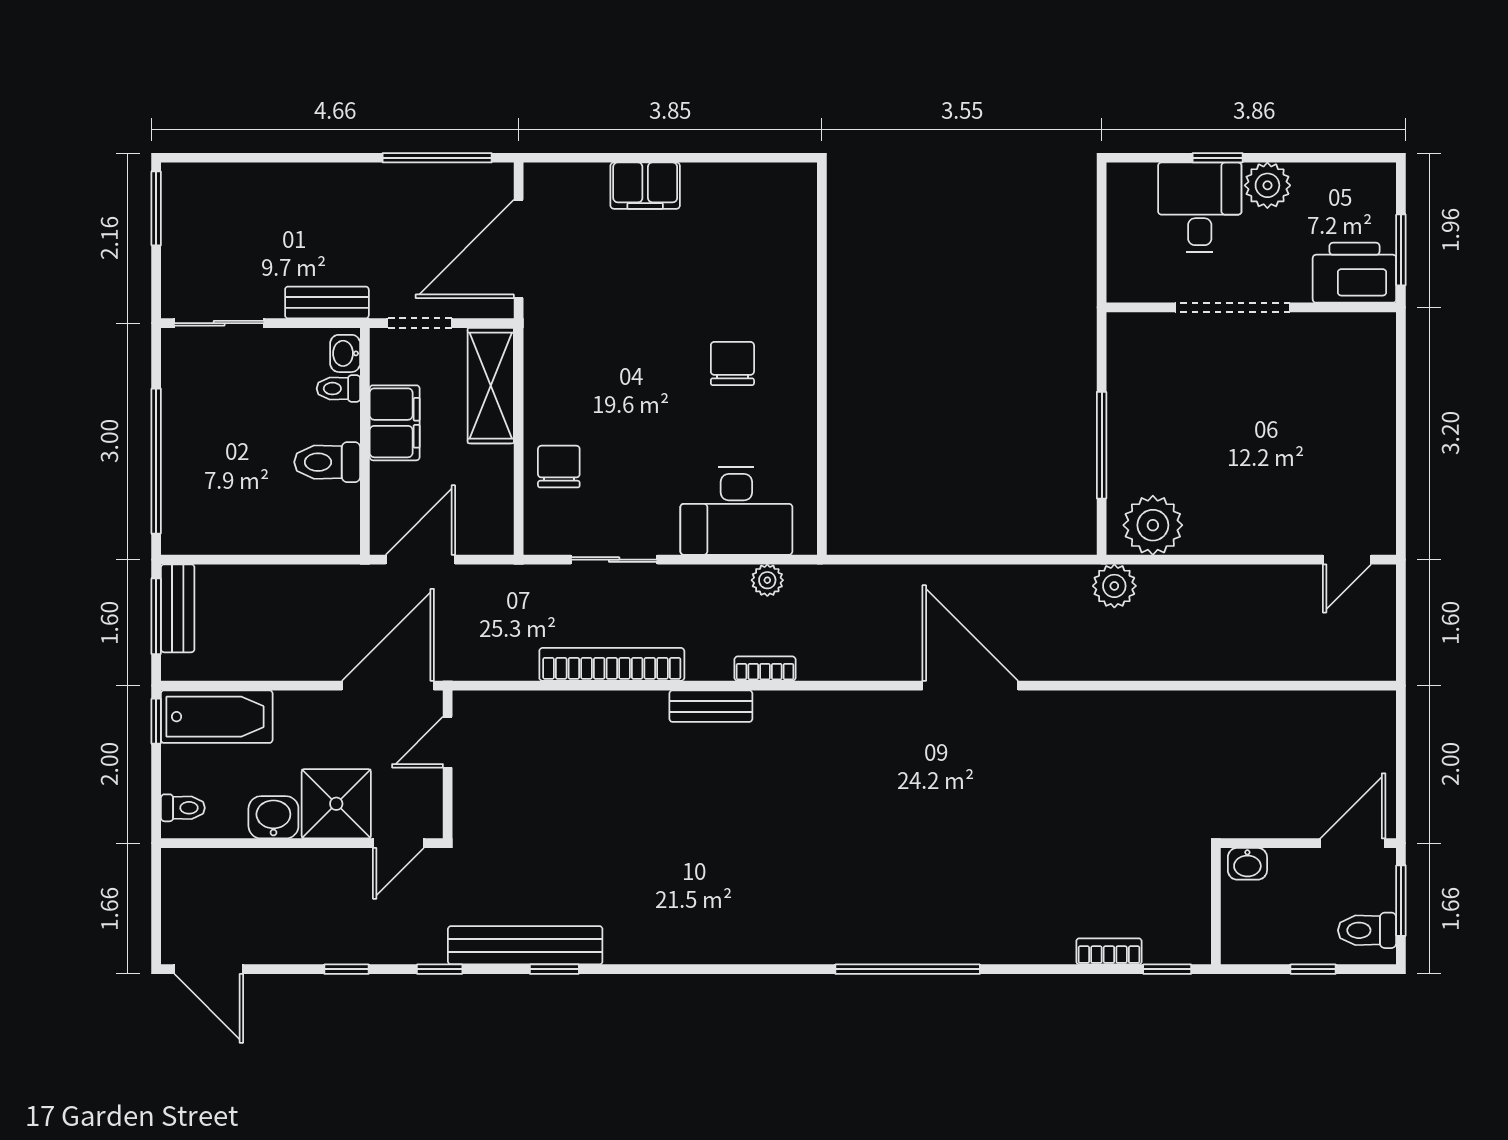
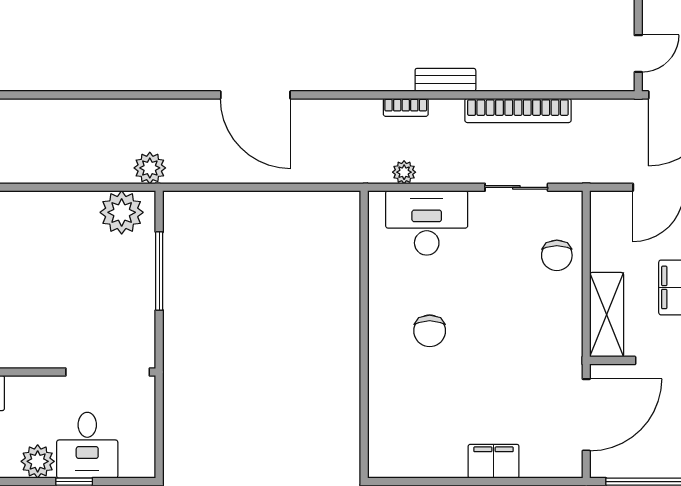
doorway: (1233, 307) -> (108, 372), moved

